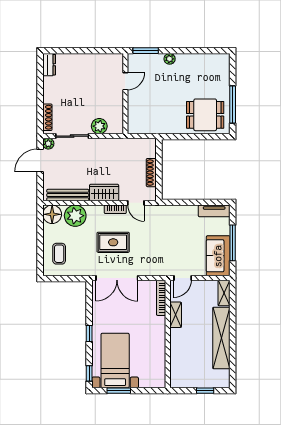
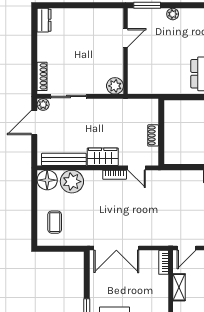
plant: (99, 126) -> (115, 86), moved
shoe rack: (151, 173) -> (153, 135), width x0.70
rug: (113, 242) -> (112, 210), removed
bookcase: (161, 298) -> (164, 262), width x0.64

